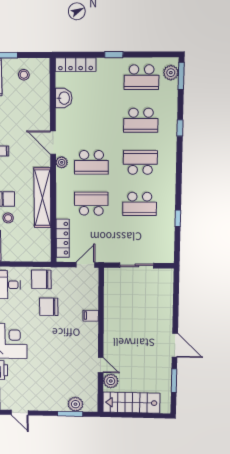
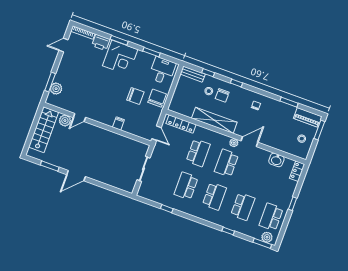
locker: (76, 65) -> (297, 171), width x0.66
school desk: (141, 120) -> (243, 207), turned 180
chair: (49, 307) -> (135, 96), turned 90

